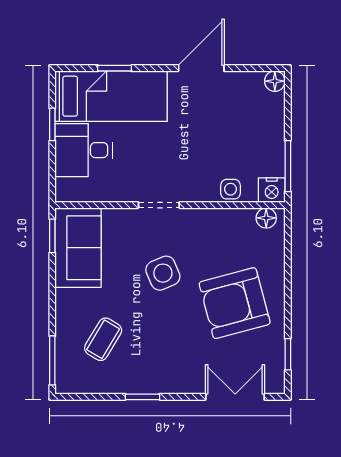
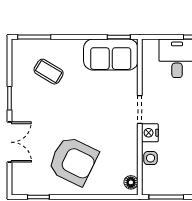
nightstand: (272, 190) -> (150, 133), moved
side table: (163, 273) -> (93, 112), removed
armchair: (235, 303) -> (73, 161), turned 131
double door: (235, 397) -> (9, 142), moved

